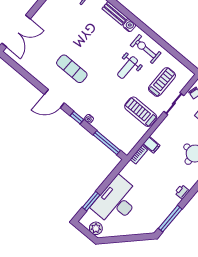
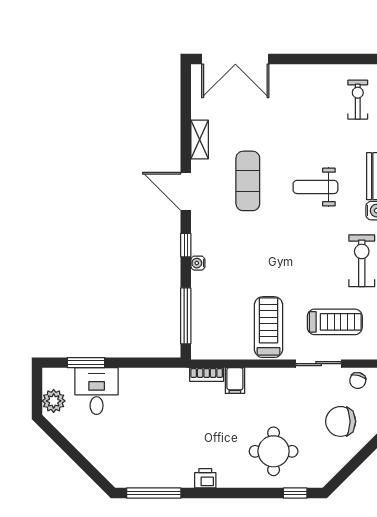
weight bench: (128, 68) -> (315, 187), moved
shelving: (37, 74) -> (200, 139), added
desk: (117, 201) -> (97, 391), width x0.53, depth x0.77

